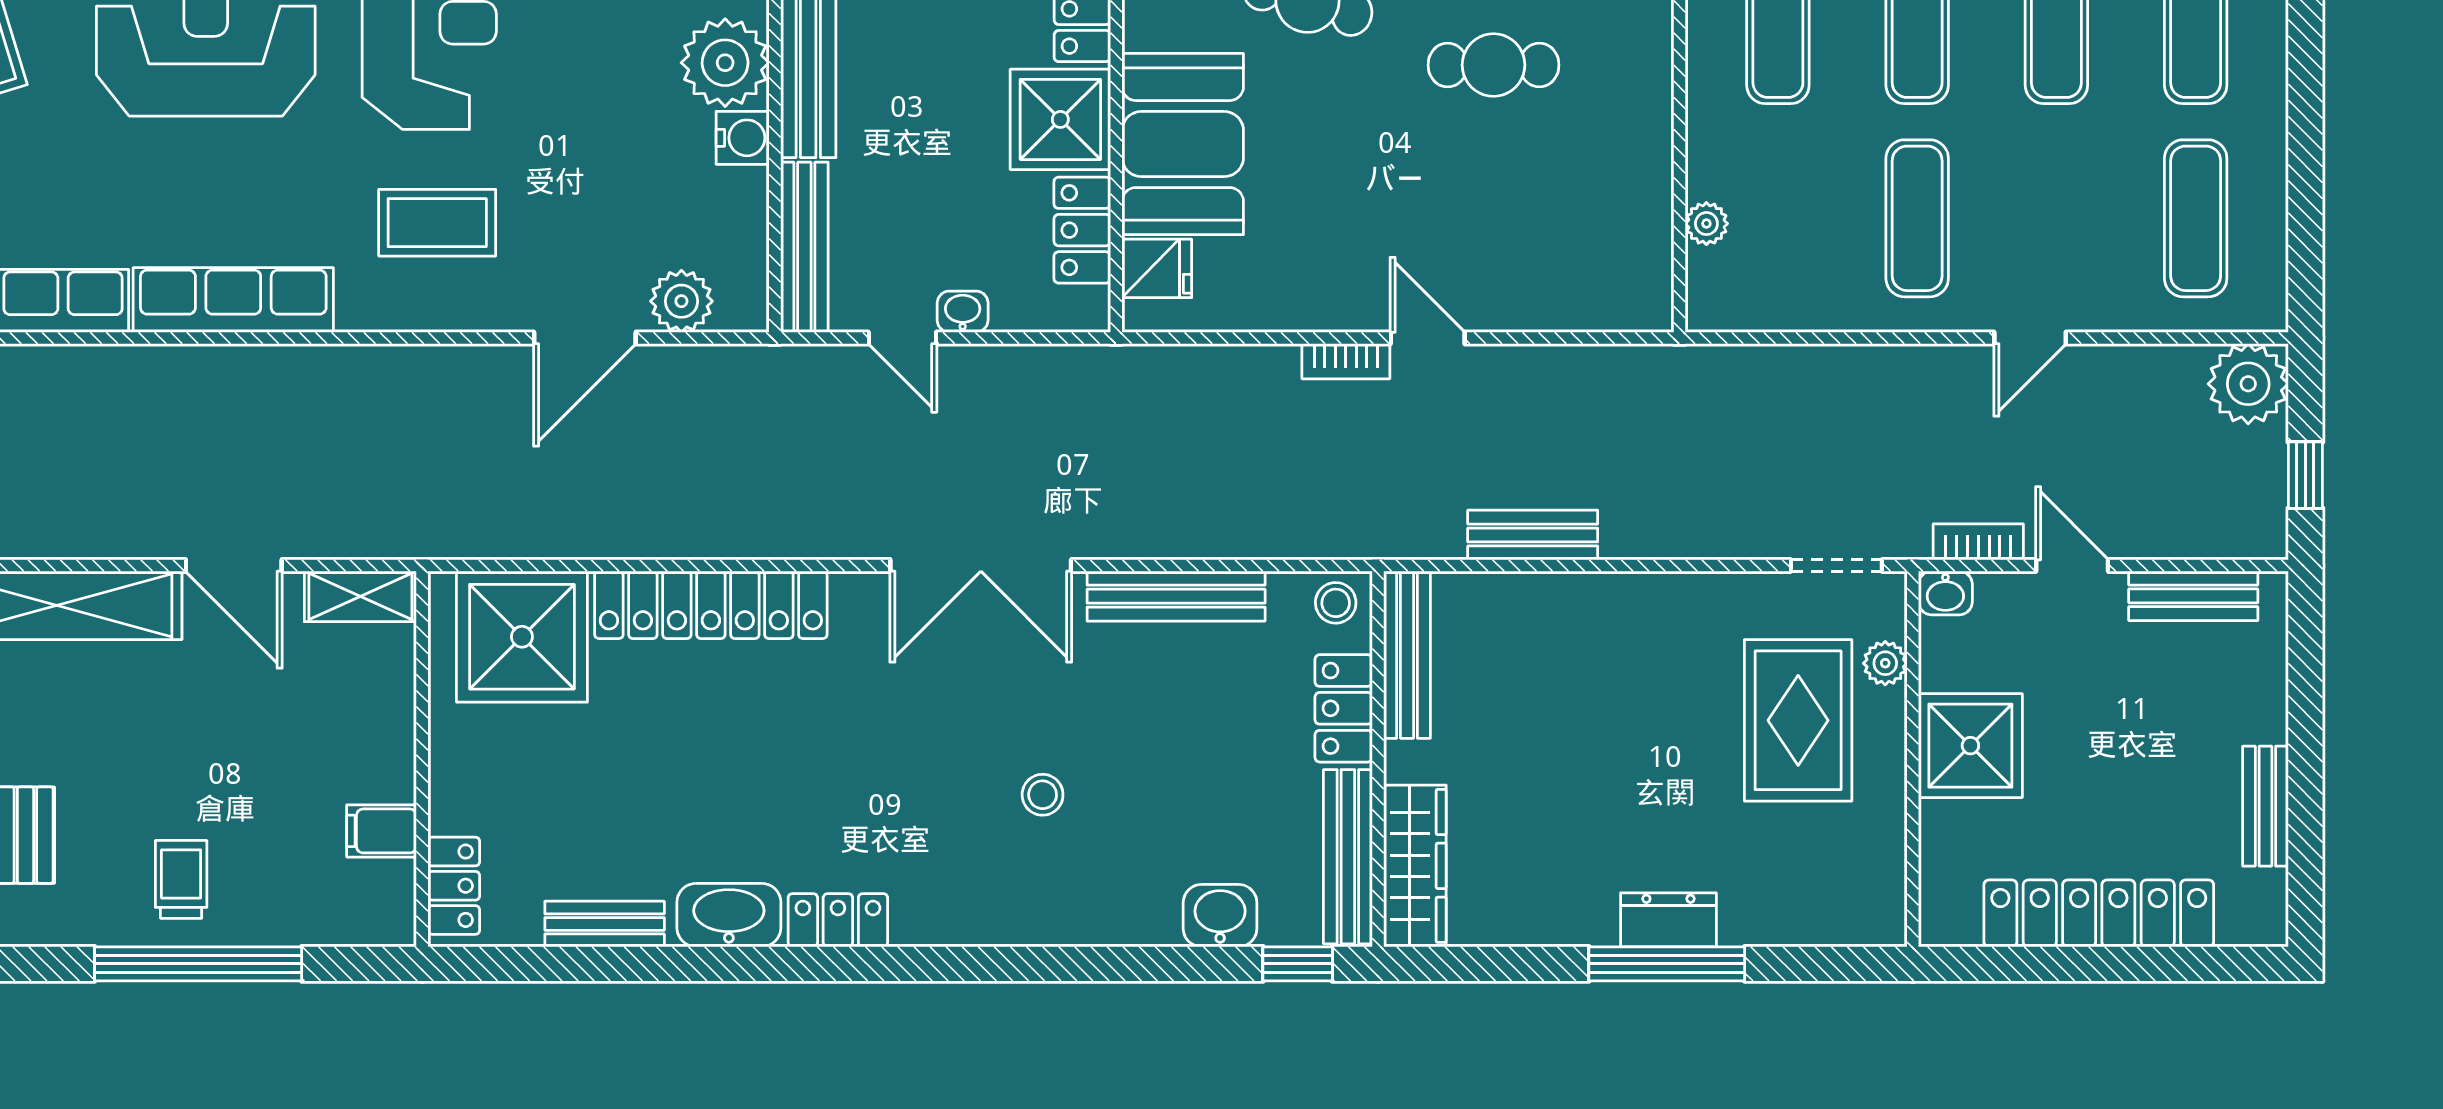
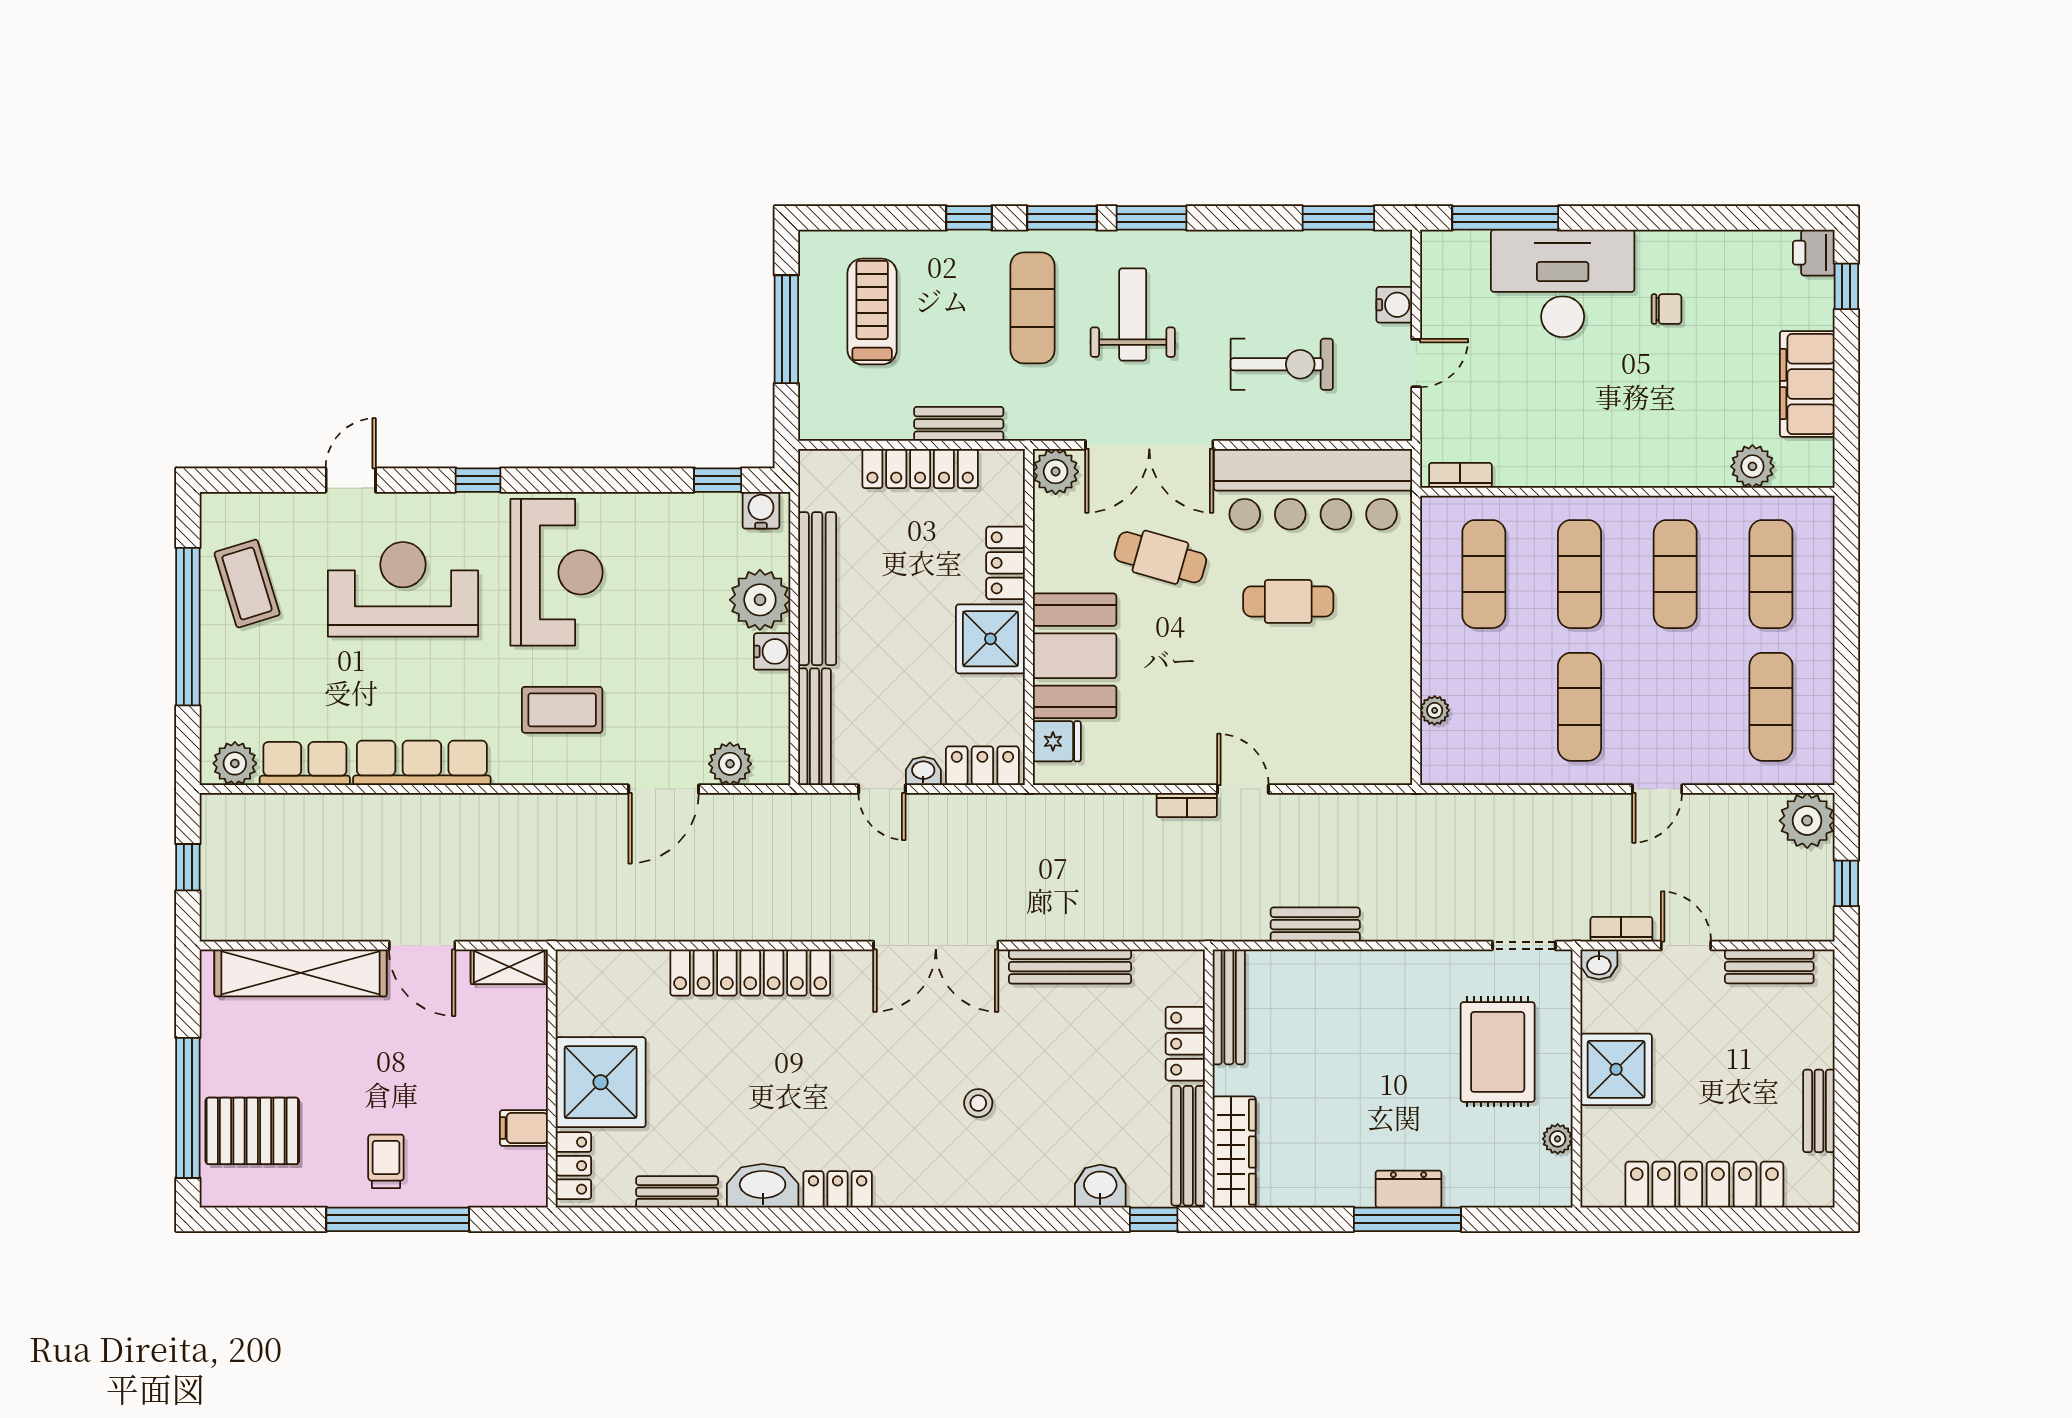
locker: (1082, 230) -> (982, 766), moved, turned 90
stool: (1336, 603) -> (1180, 971), removed
shower: (522, 637) -> (601, 1082), moved
plant: (1885, 663) -> (1558, 1139), moved

